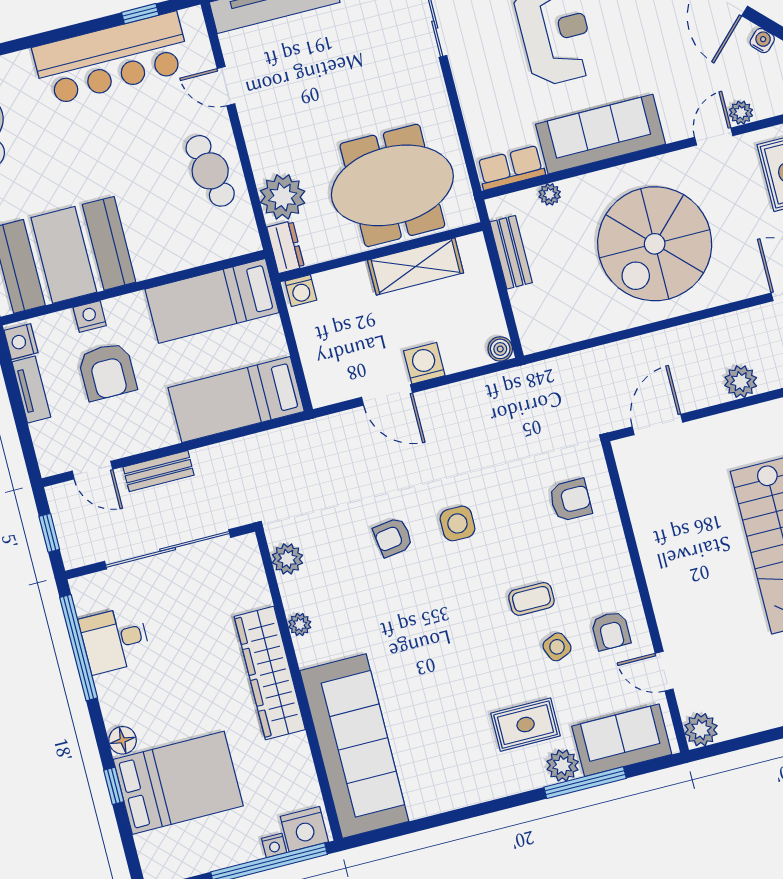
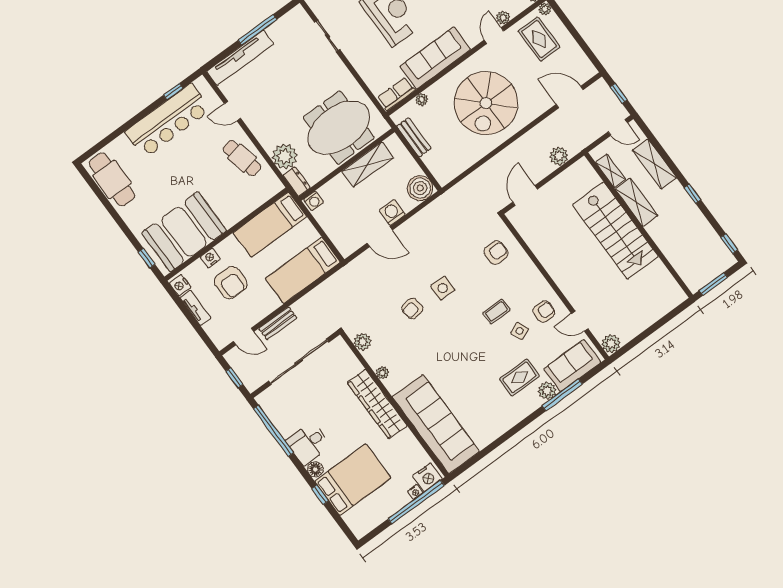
boiler: (500, 349) -> (420, 188), width x1.86, depth x1.86
armchair: (611, 631) -> (544, 311), turned -90
desk: (115, 640) -> (308, 443), moved

